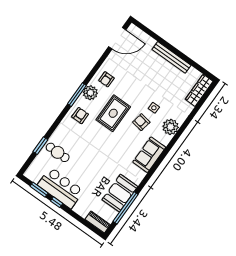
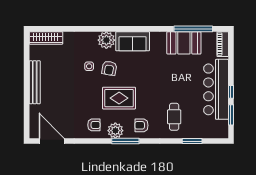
plant: (171, 127) -> (106, 40), moved
cafe table: (58, 152) -> (174, 117), moved
bar counter: (61, 188) -> (216, 89), width x1.36

